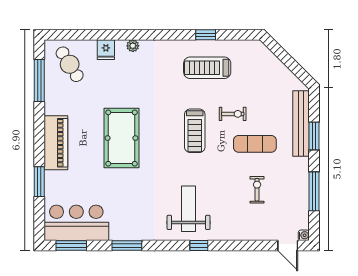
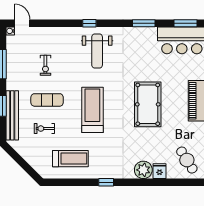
window: (206, 35) -> (106, 182), moved
plant: (133, 46) -> (143, 170), width x1.88, depth x1.88
treadmill: (207, 68) -> (70, 159), moved
exercise bike: (233, 114) -> (44, 129), moved
treadmill: (195, 131) -> (92, 110), width x1.37, depth x1.38

